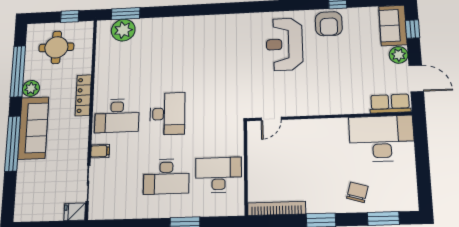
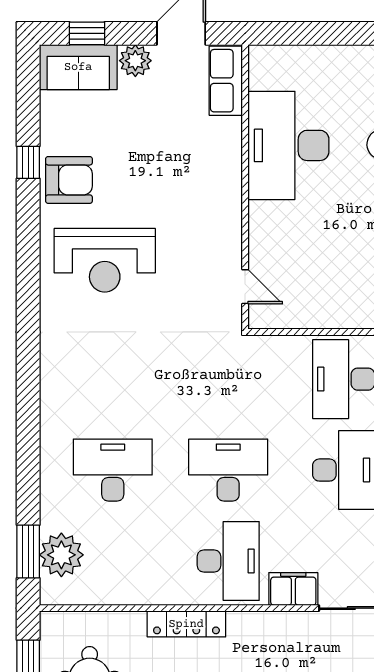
desk: (168, 54) -> (113, 470), added
desk: (382, 138) -> (288, 145), moved
filing cabinet: (100, 151) -> (293, 589), width x2.00

